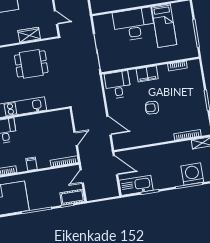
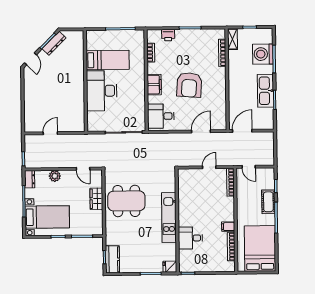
door: (56, 18) -> (83, 169), swing flipped
dining table: (31, 64) -> (126, 201), width x1.38
printer: (197, 80) -> (168, 35), added
armchair: (152, 108) -> (189, 85), width x1.88, depth x1.88
door: (76, 139) -> (209, 167), hinge flipped
filing cabinet: (31, 164) -> (228, 227), moved
kitchen sink: (136, 185) -> (266, 91), moved
cot: (72, 197) -> (268, 202), moved

